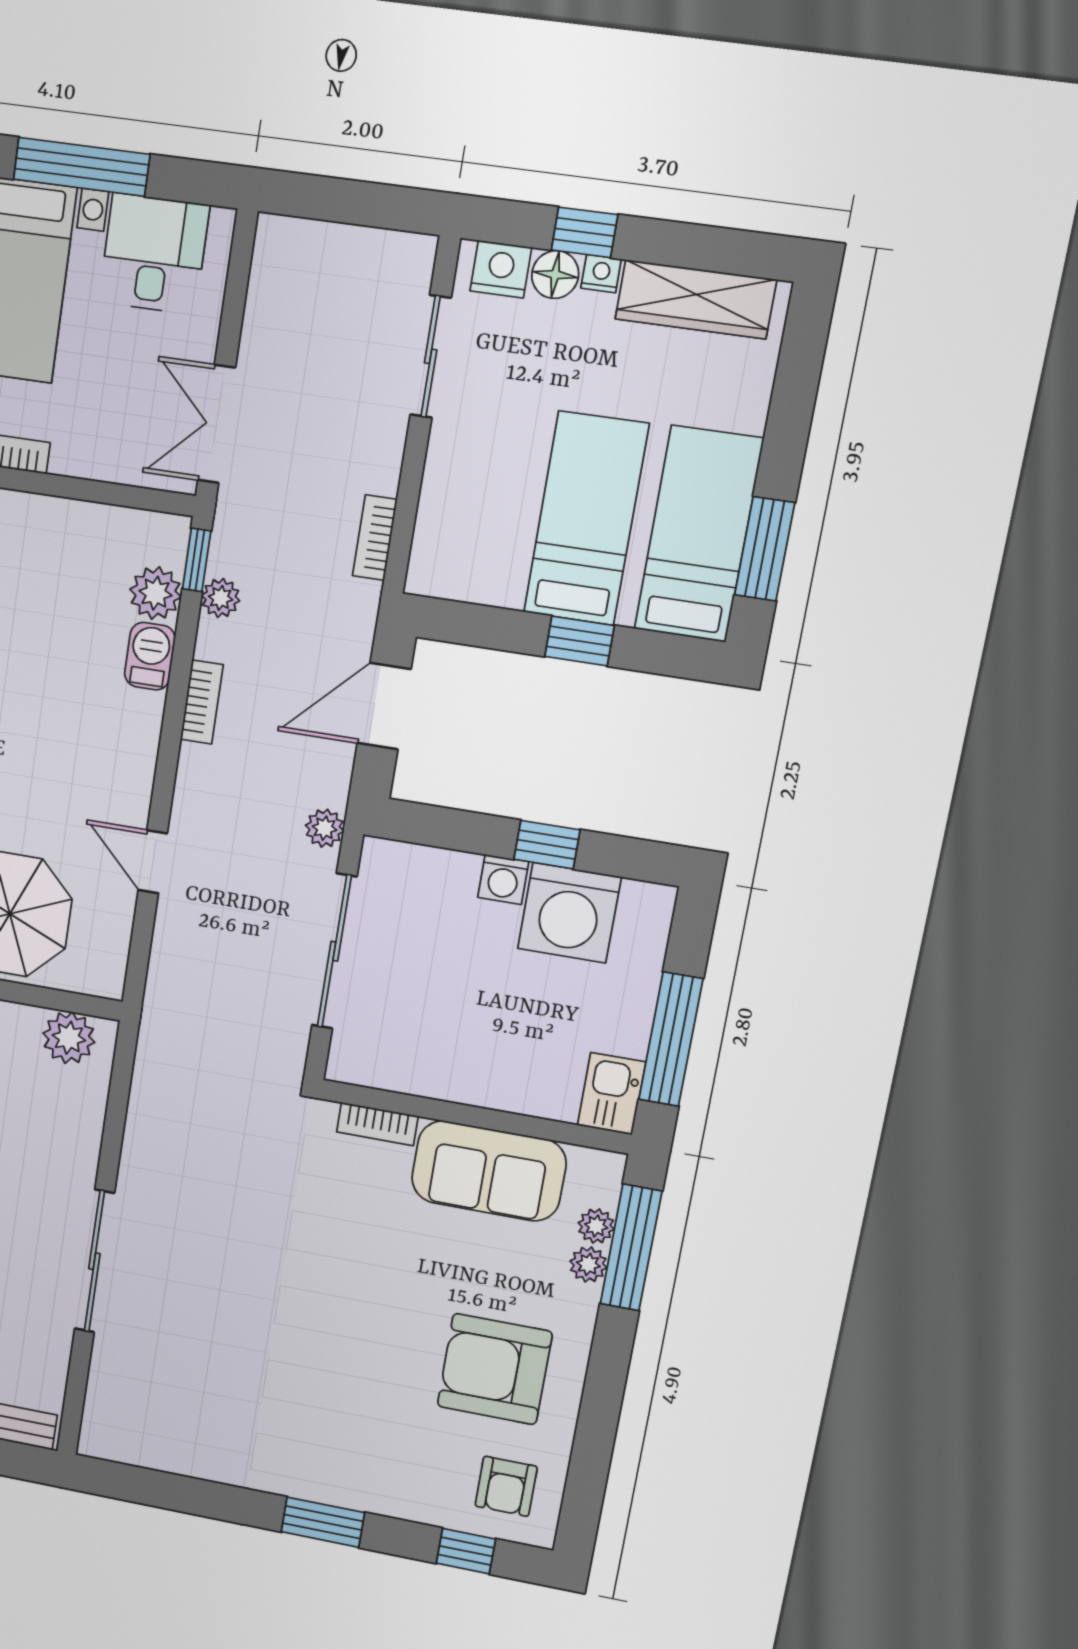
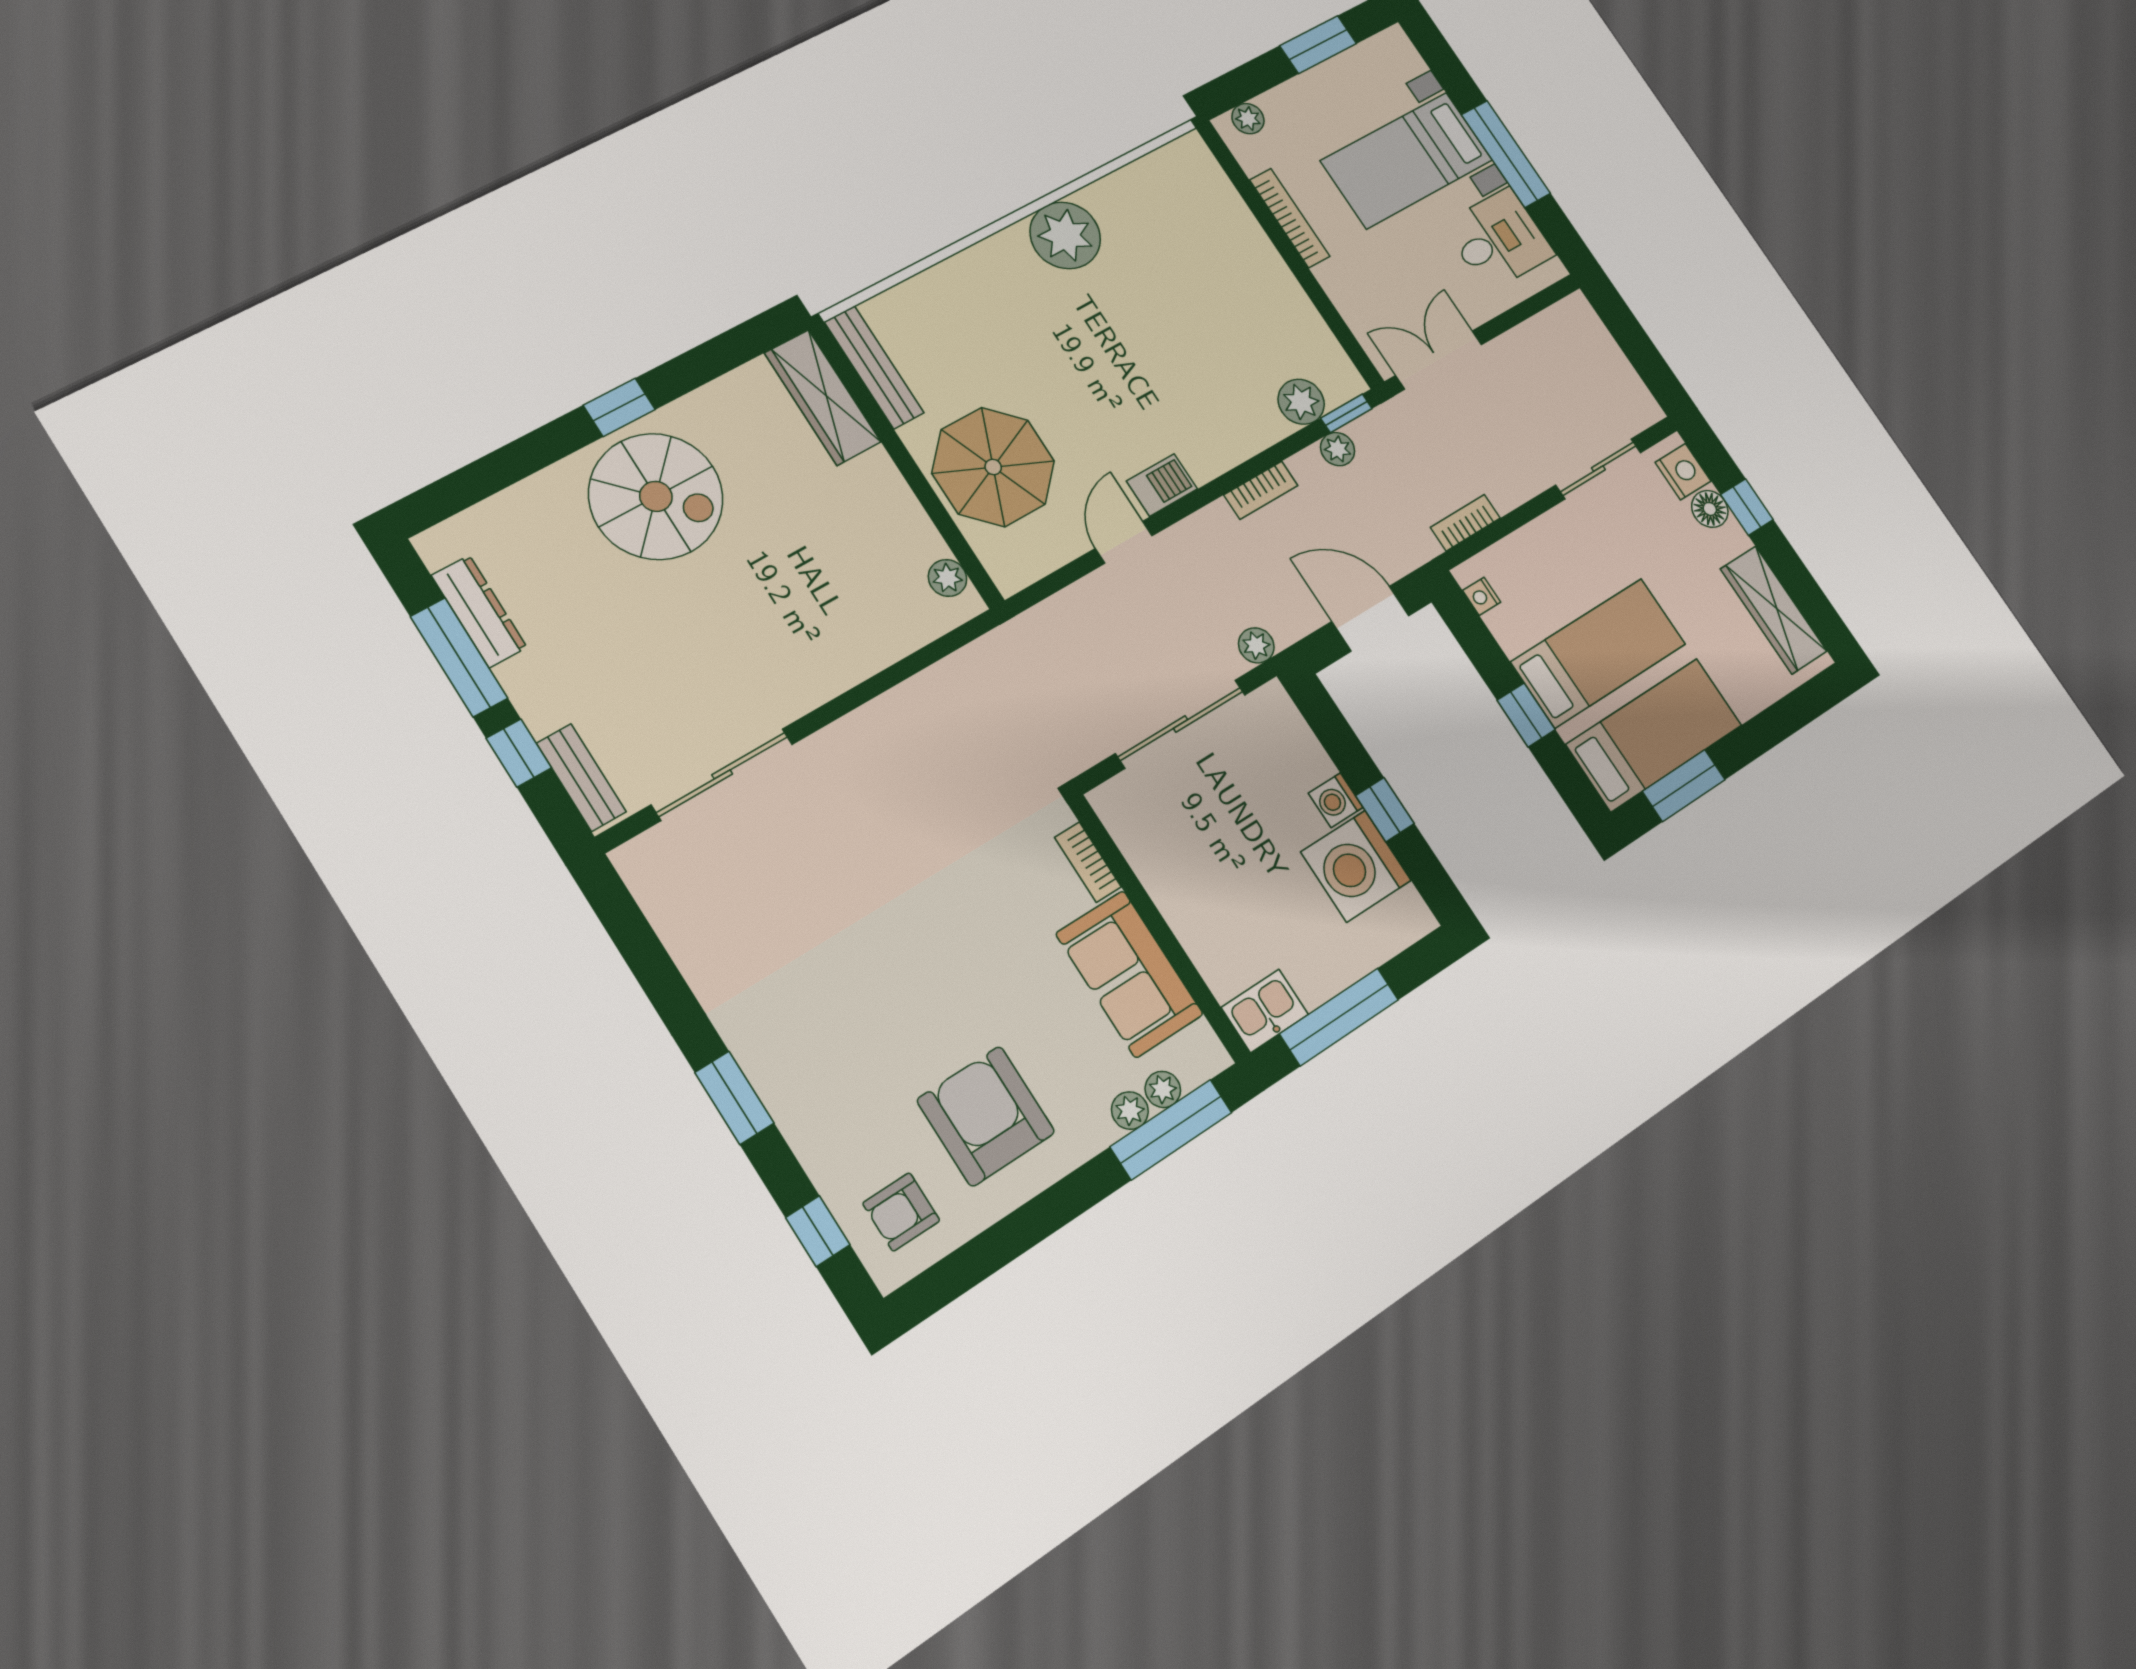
nightstand: (601, 274) -> (1482, 596), moved, turned 180
barbecue: (150, 656) -> (1162, 485), moved
plant: (69, 1038) -> (948, 578), width x0.73, depth x0.73
sliding door: (94, 1261) -> (722, 774), moved

